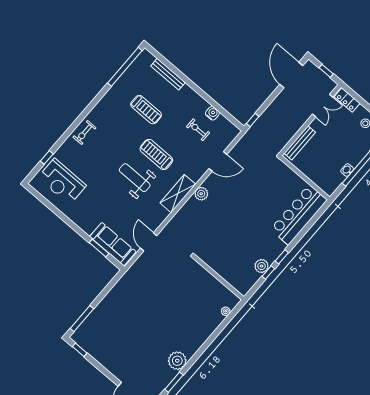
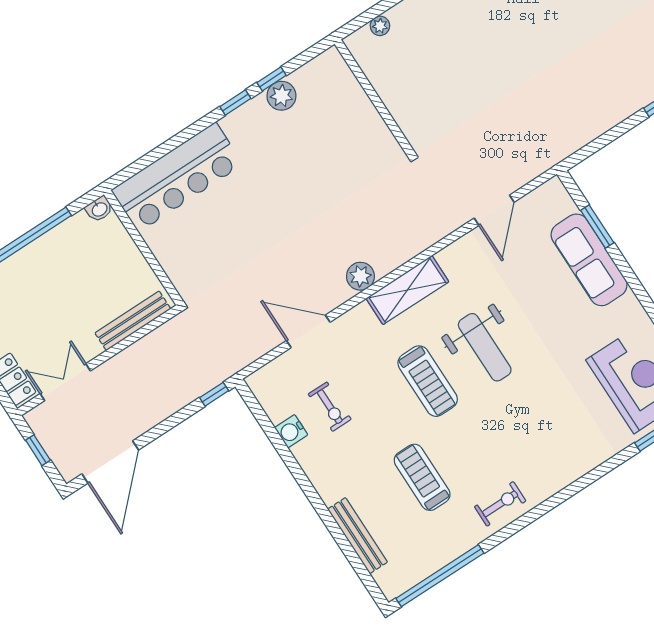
exercise bike: (85, 133) -> (500, 504), moved
washbasin: (347, 170) -> (99, 209), moved
sofa: (113, 244) -> (589, 260), moved

